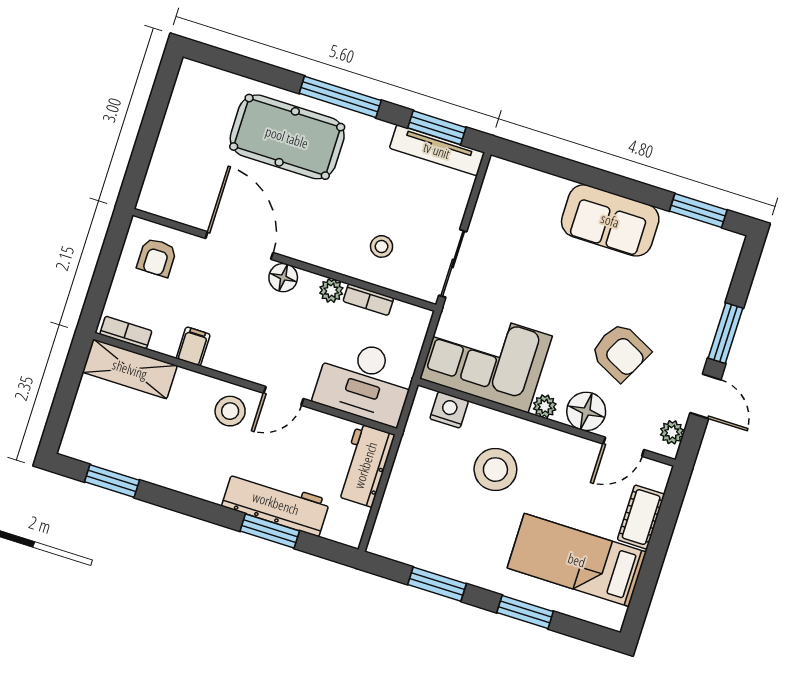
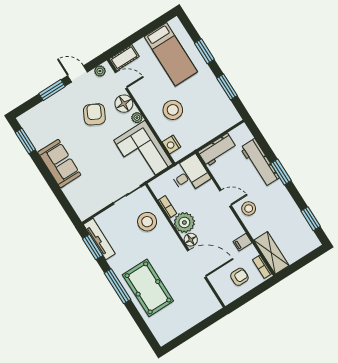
door: (239, 246) -> (197, 264), swing flipped
stool: (382, 246) -> (147, 222), width x1.89, depth x1.89
armchair: (157, 257) -> (239, 277), moved
plant: (331, 291) -> (184, 222), width x1.87, depth x1.87
desk: (365, 381) -> (190, 174), width x0.73
door: (705, 396) -> (78, 74), hinge flipped
cot: (641, 517) -> (124, 58), moved
window: (270, 531) -> (281, 172), moved

